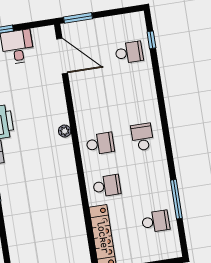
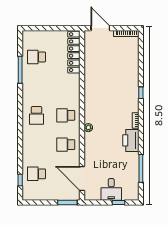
school desk: (107, 186) -> (66, 145), moved

